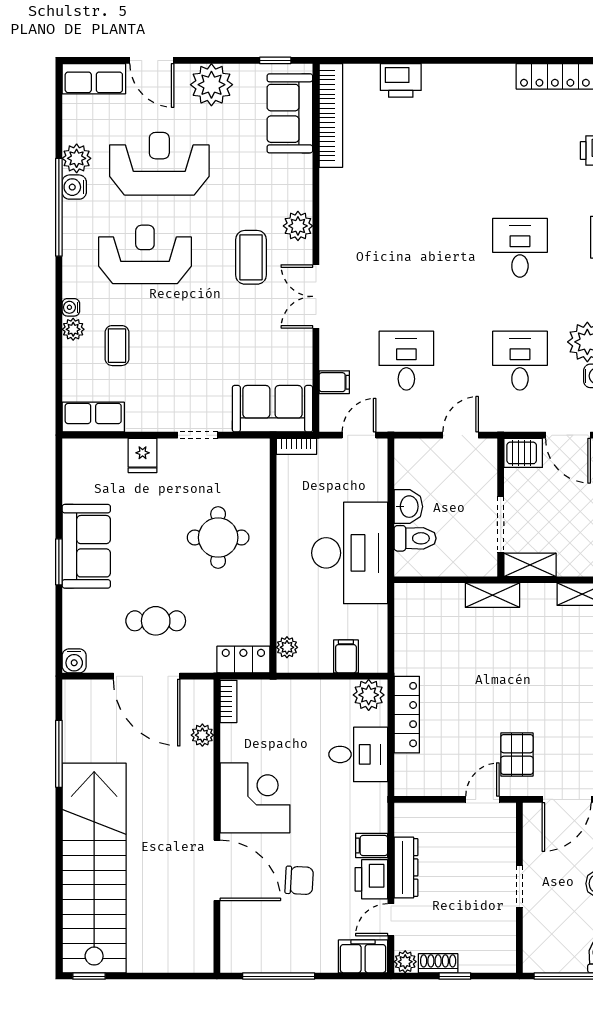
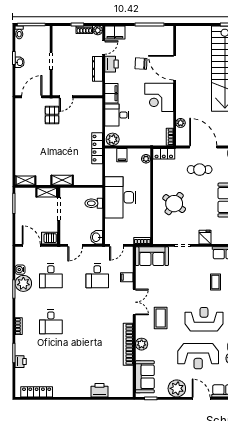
bookcase: (331, 115) -> (128, 344), moved
plant: (298, 226) -> (142, 344), moved
reception desk: (145, 254) -> (204, 319), turned 180
filing cabinet: (334, 382) -> (127, 277), moved
washbasin: (408, 507) -> (96, 237), moved
round table: (218, 538) -> (174, 204), turned 36
locker: (407, 715) -> (97, 148), moved
filing cabinet: (372, 845) -> (111, 93), moved, width x2.00

